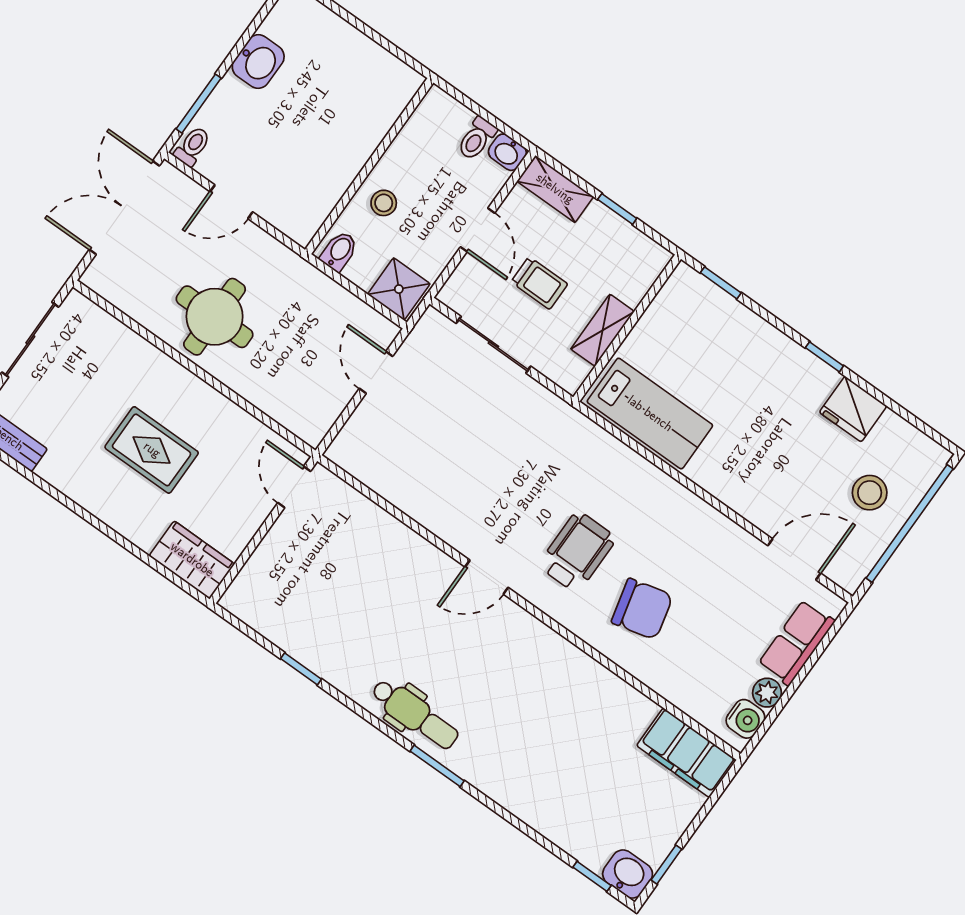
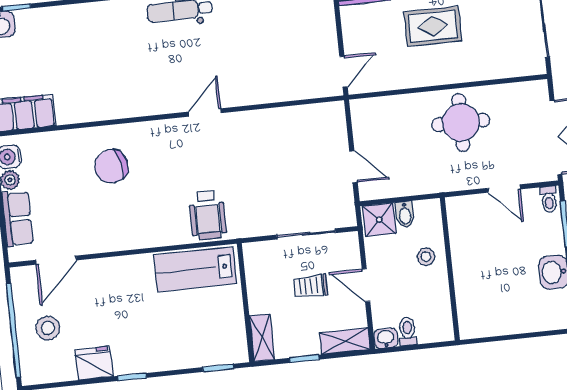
door: (231, 202) -> (504, 189), swing flipped
bidet: (339, 251) -> (405, 214), moved
shelving: (603, 330) -> (262, 338), moved
door: (294, 487) -> (343, 72), hinge flipped
wheelchair: (577, 552) -> (208, 215), moved

